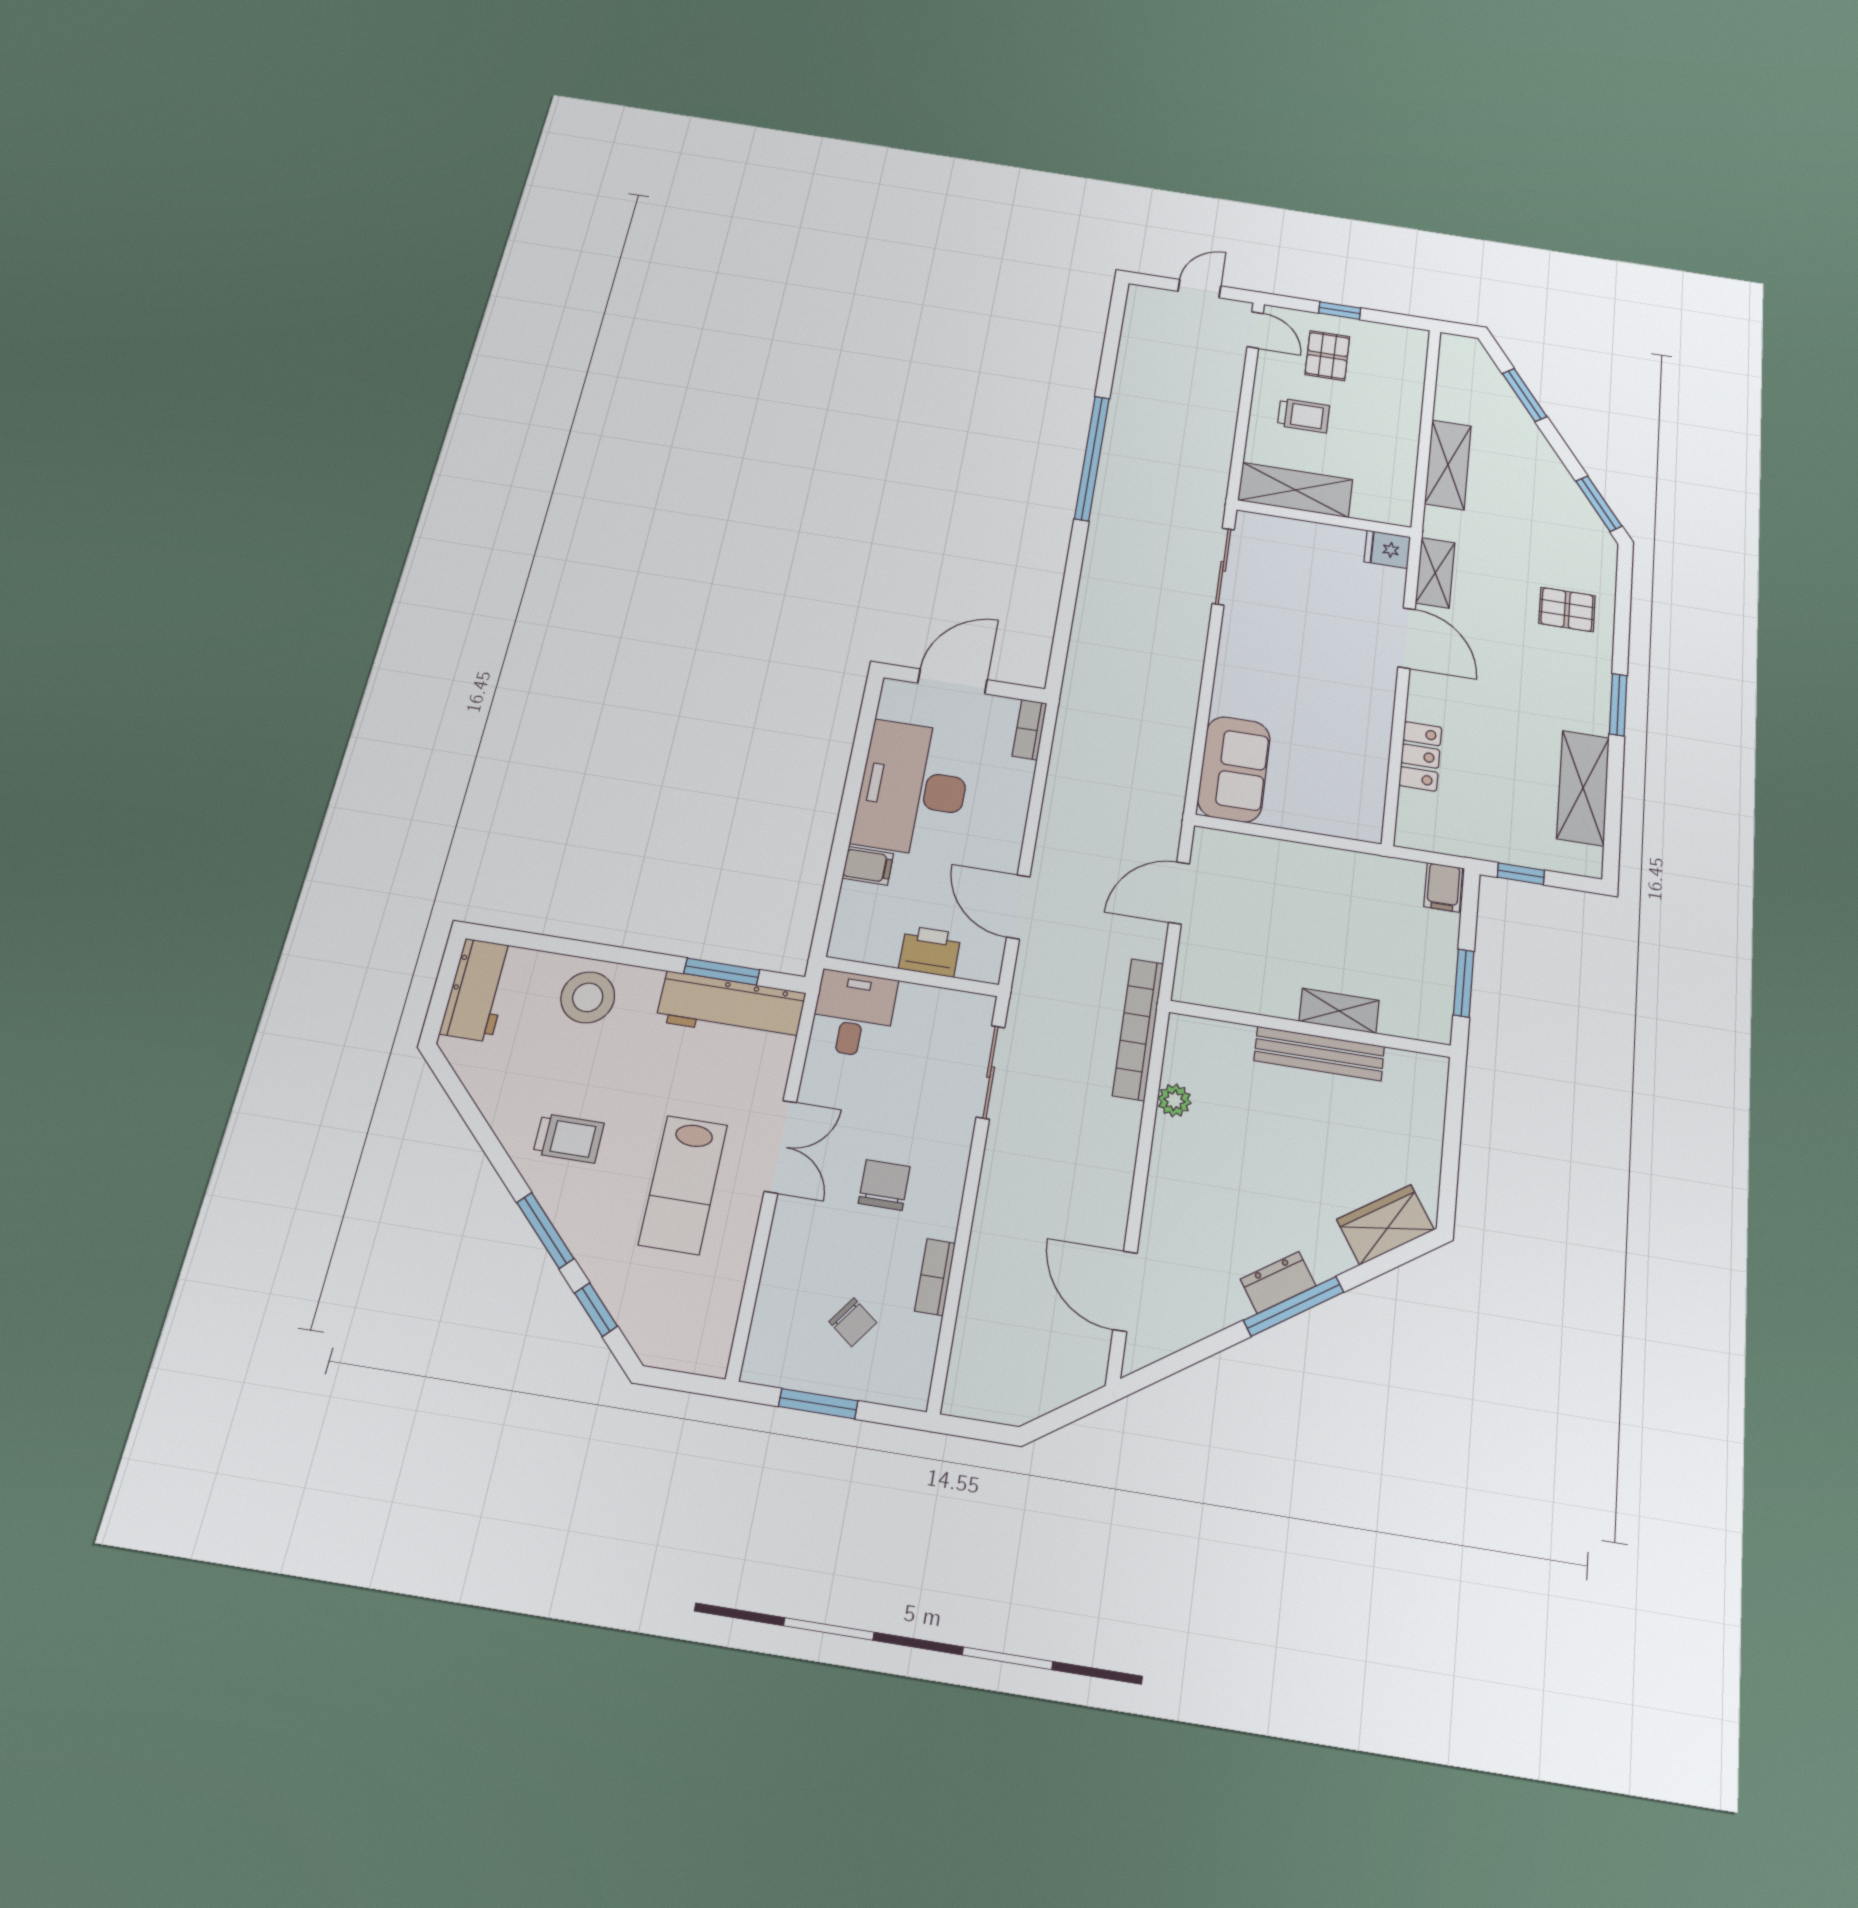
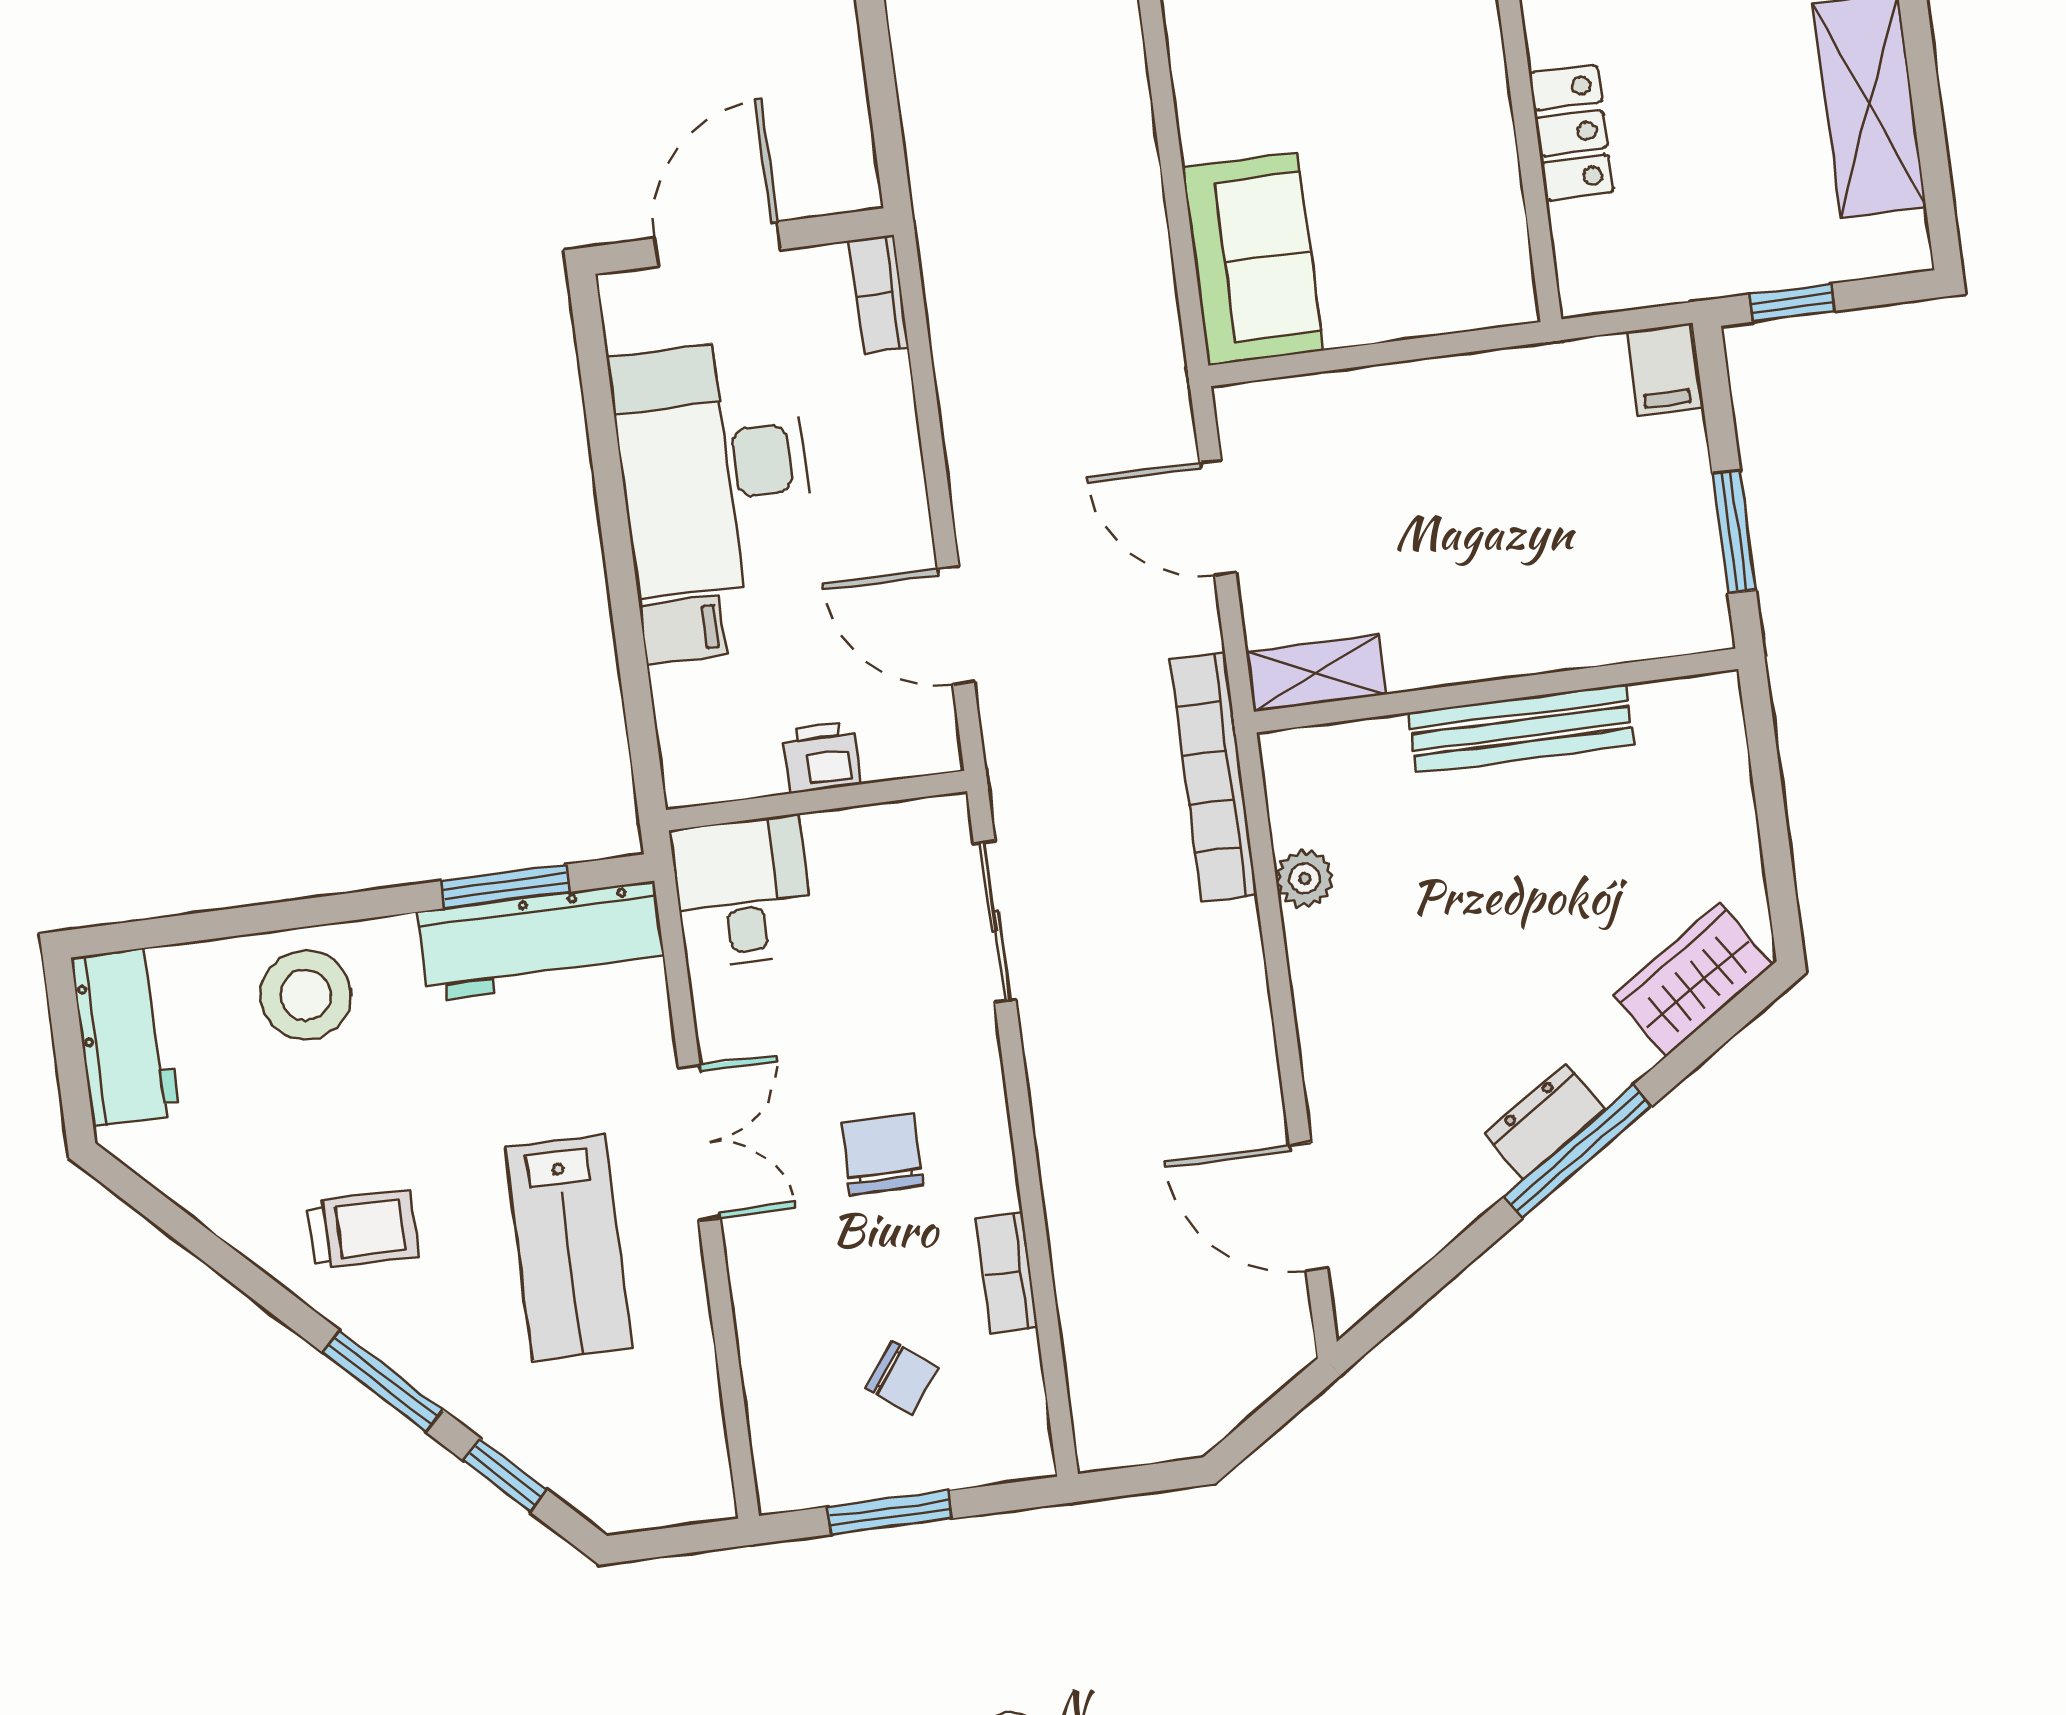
door: (1179, 893) -> (1218, 518), hinge flipped
printer: (930, 951) -> (822, 757), width x0.73, depth x0.81
shelving: (1339, 1011) -> (1316, 673), moved

